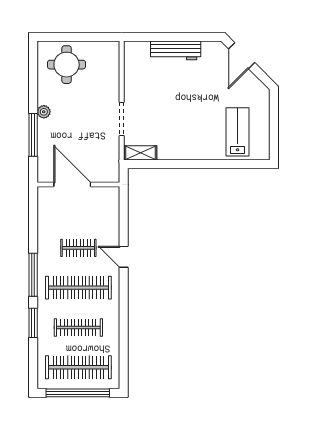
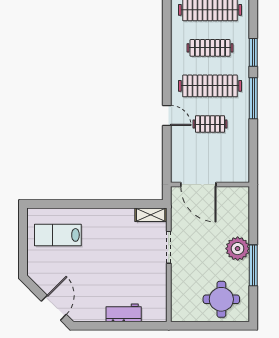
workbench: (176, 50) -> (124, 313), width x0.73
plant: (44, 112) -> (238, 249), width x1.88, depth x1.88
lab bench: (238, 132) -> (58, 235), turned 90
window: (33, 135) -> (253, 265), moved
door: (72, 185) -> (198, 185), moved

